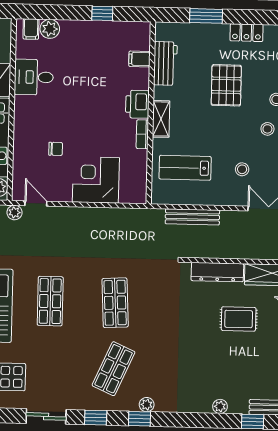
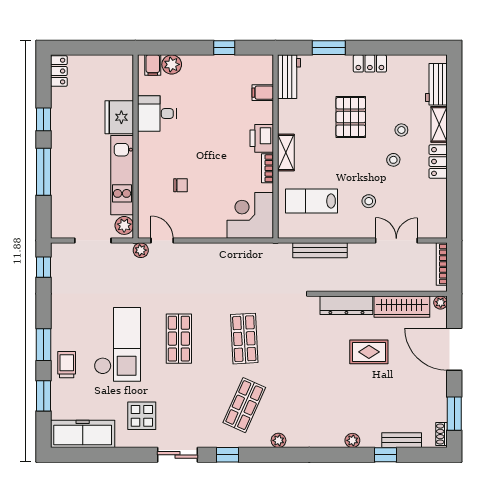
workbench: (165, 63) -> (289, 77), moved
corner desk: (96, 180) -> (250, 215), moved
window: (139, 419) -> (272, 455), removed

